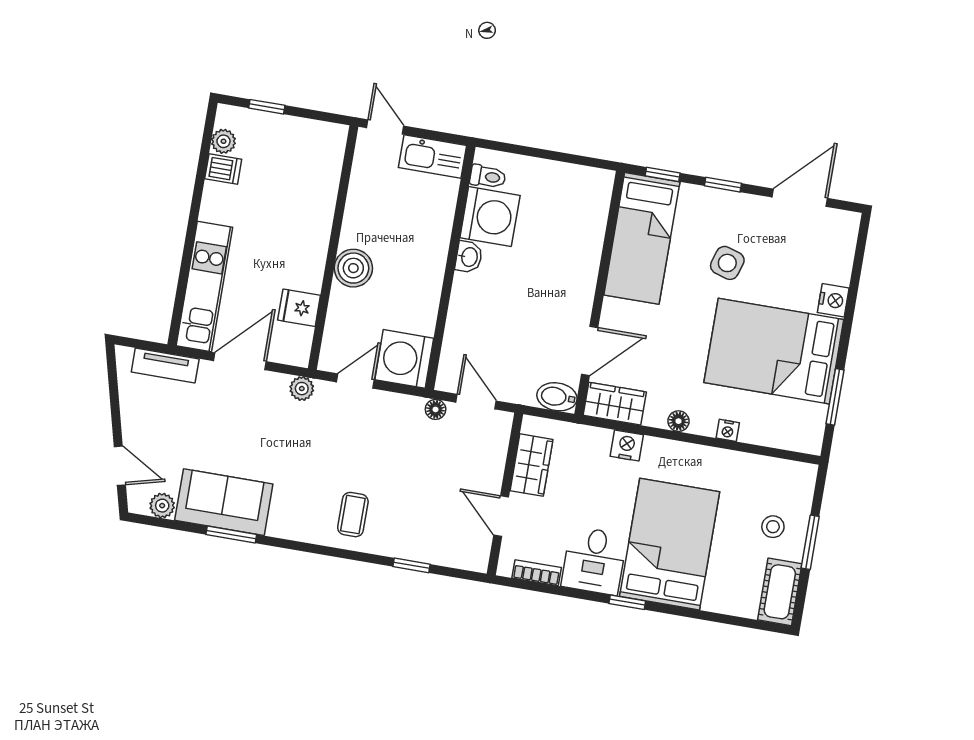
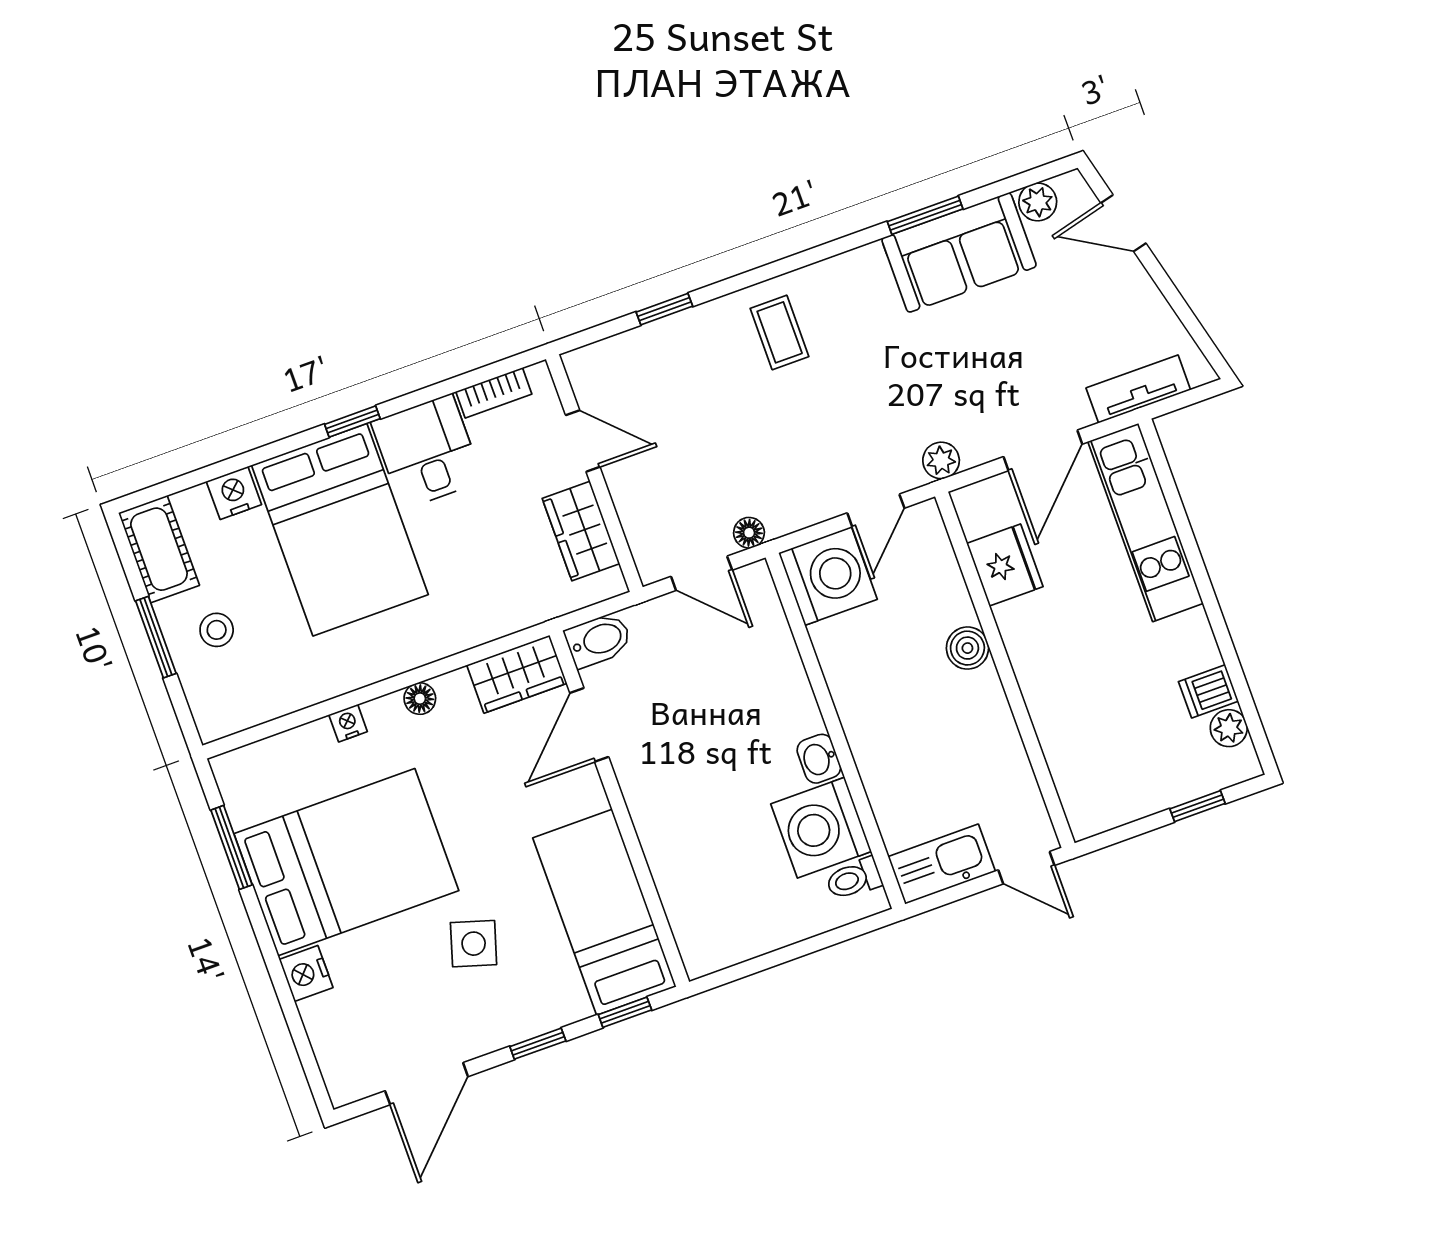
boiler: (353, 268) -> (967, 648), width x0.73, depth x0.73
fridge: (299, 308) -> (1005, 565), width x1.38
nightstand: (627, 446) -> (234, 493), moved, turned 180

